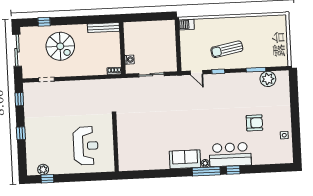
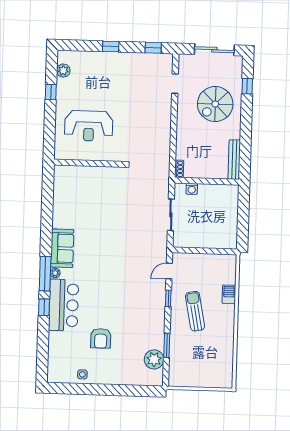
barbecue: (187, 24) -> (229, 294), moved
window: (47, 179) -> (51, 92), moved

